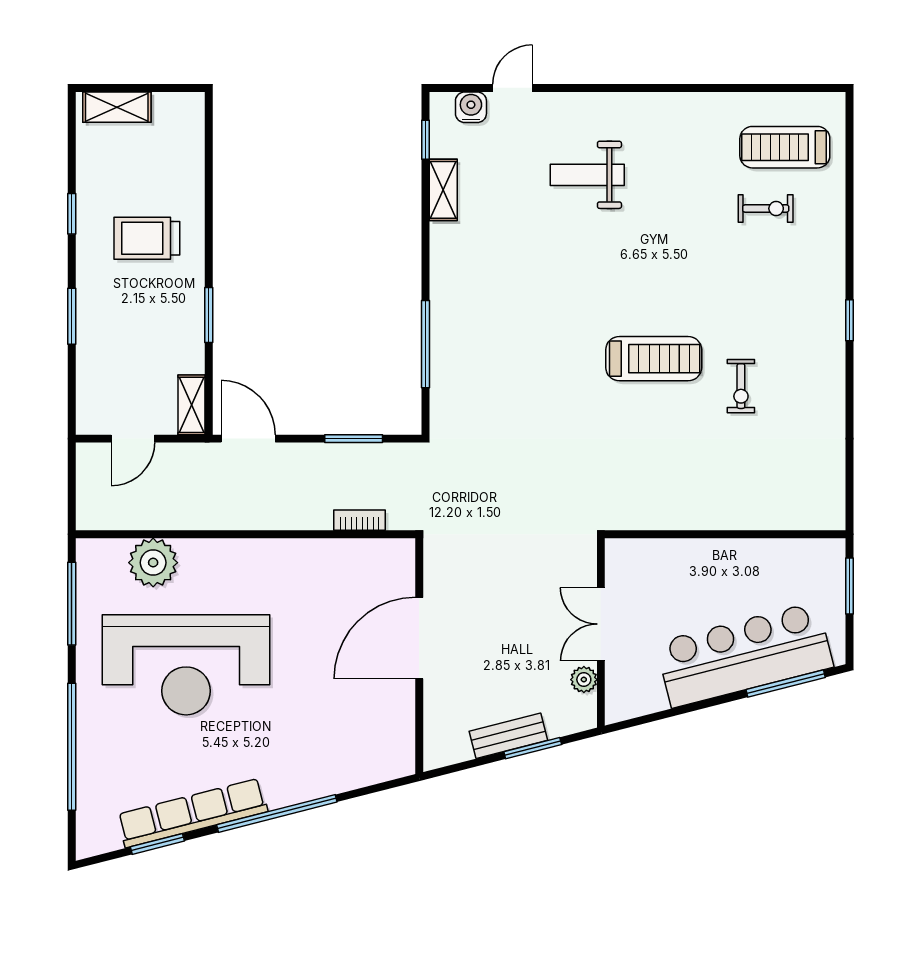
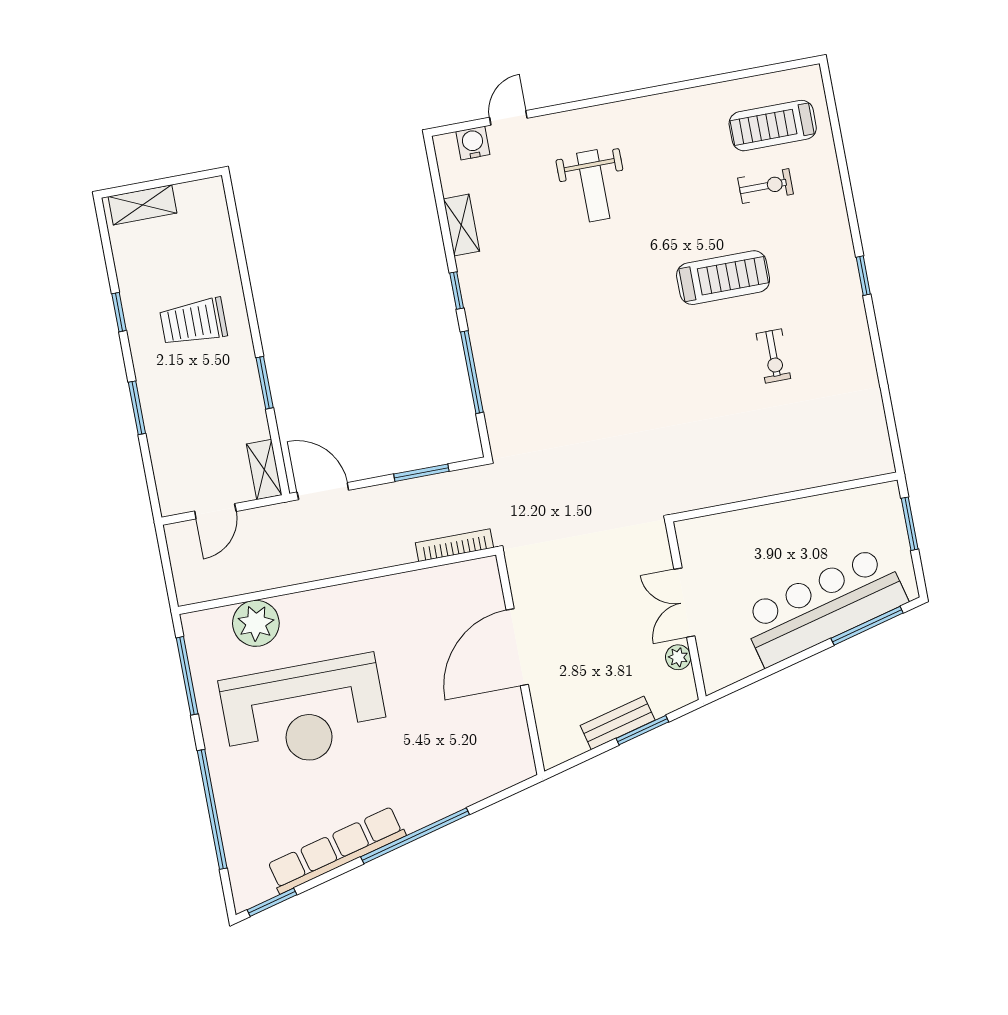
window: (426, 140) -> (457, 290), moved
weight bench: (587, 175) -> (593, 186), turned -90
treadmill: (654, 359) -> (723, 278), moved
bookcase: (360, 520) -> (454, 545), width x1.56
window: (157, 844) -> (272, 902), moved

